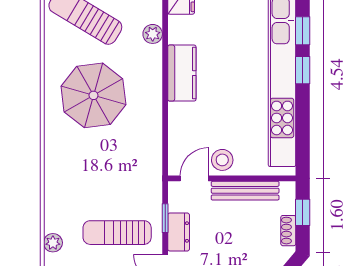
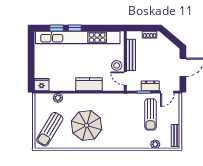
kitchen counter: (182, 73) -> (89, 84), moved
window: (303, 212) -> (141, 28), removed

